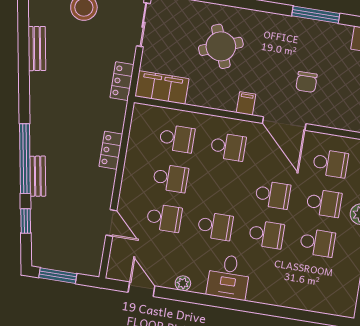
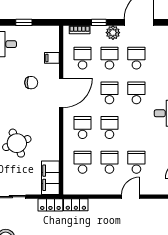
filing cabinet: (246, 103) -> (52, 58), moved
locker: (111, 150) -> (76, 205), moved
door: (111, 223) -> (130, 197), moved
school desk: (215, 226) -> (109, 128), moved

